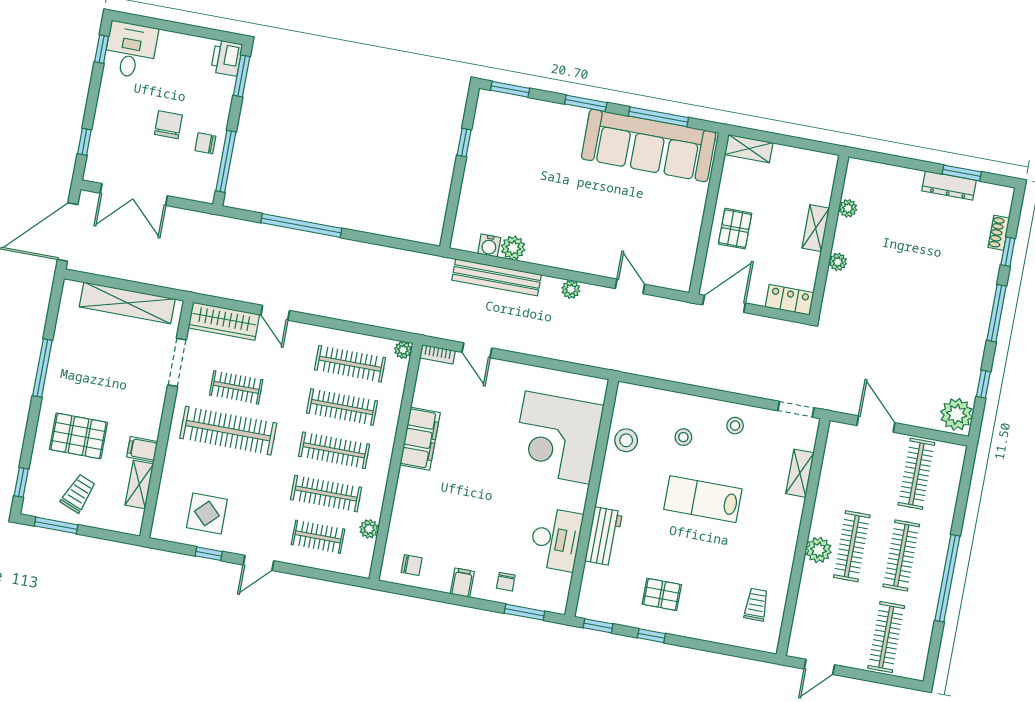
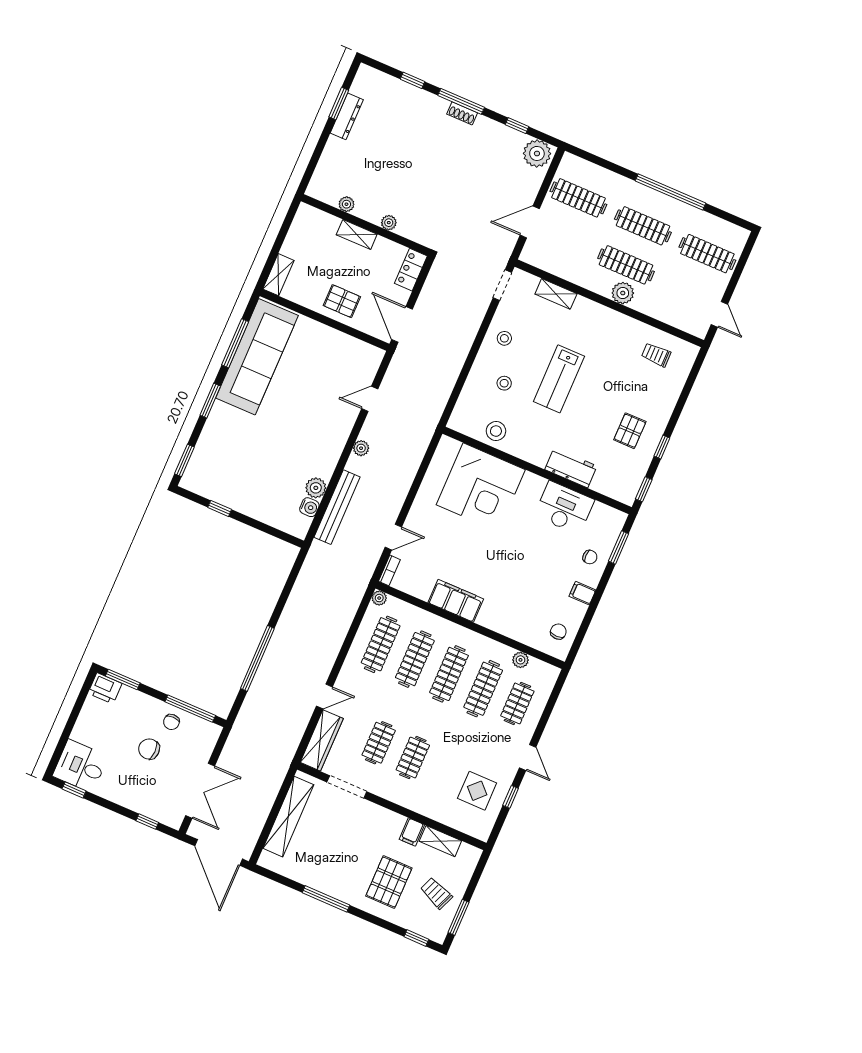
shoe rack: (999, 233) -> (462, 113), moved
clothes rail: (228, 431) -> (413, 758), width x0.54, depth x0.76

